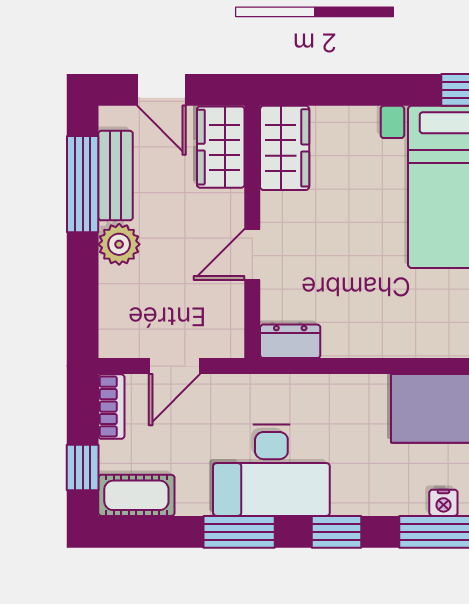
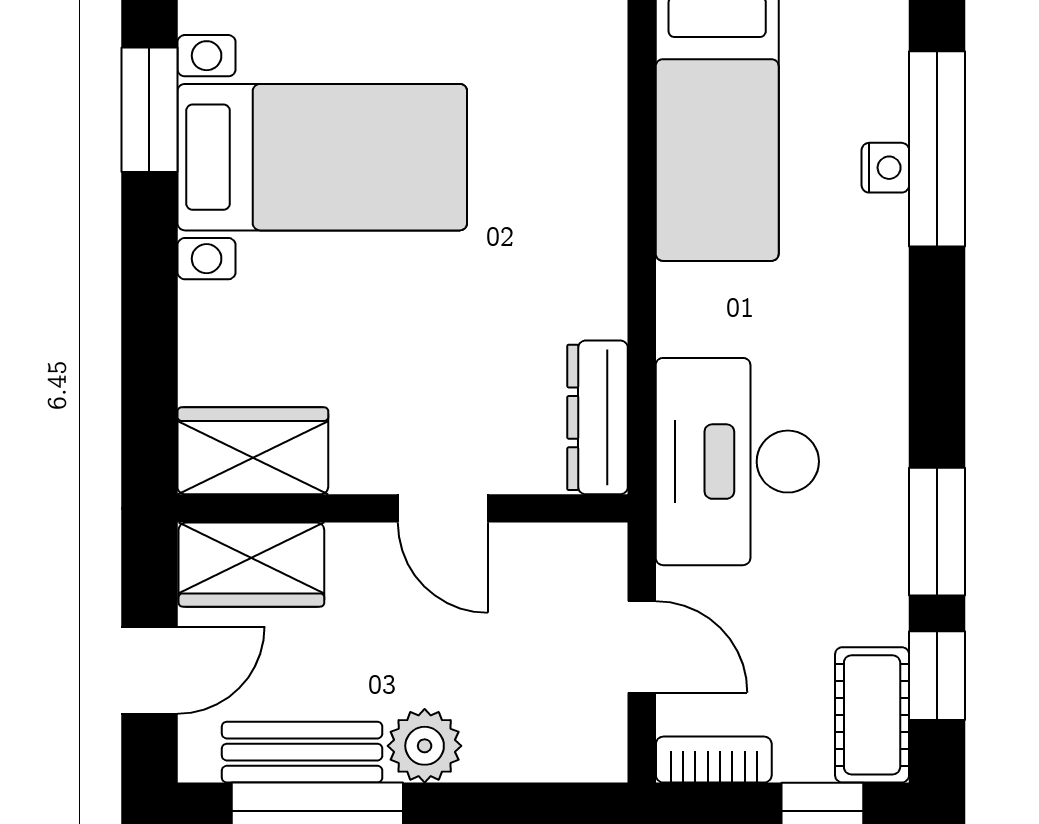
dresser: (290, 341) -> (598, 417), width x1.44
desk: (271, 470) -> (737, 462), moved, turned 180
window: (336, 532) -> (937, 676), moved

